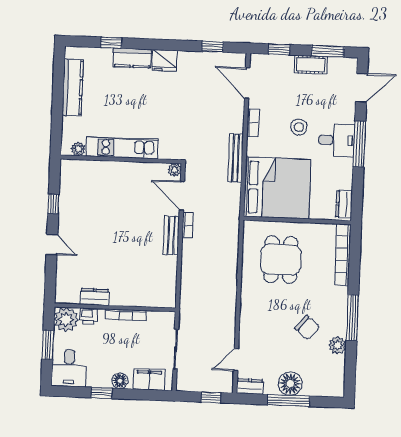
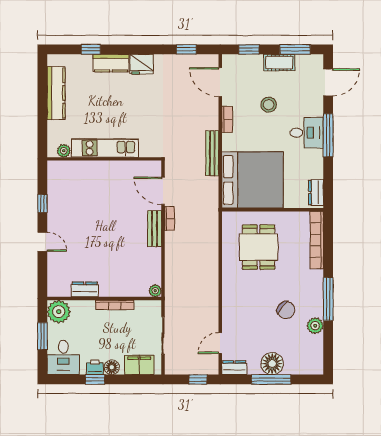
stool: (299, 127) -> (269, 105), moved
plant: (175, 170) -> (155, 291), moved
printer: (89, 316) -> (95, 367), moved, turned 180

